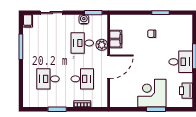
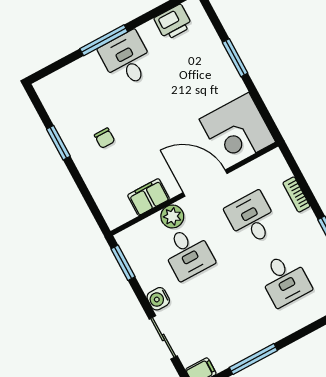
water cooler: (84, 19) -> (158, 299), moved
corner desk: (152, 93) -> (237, 131), moved

